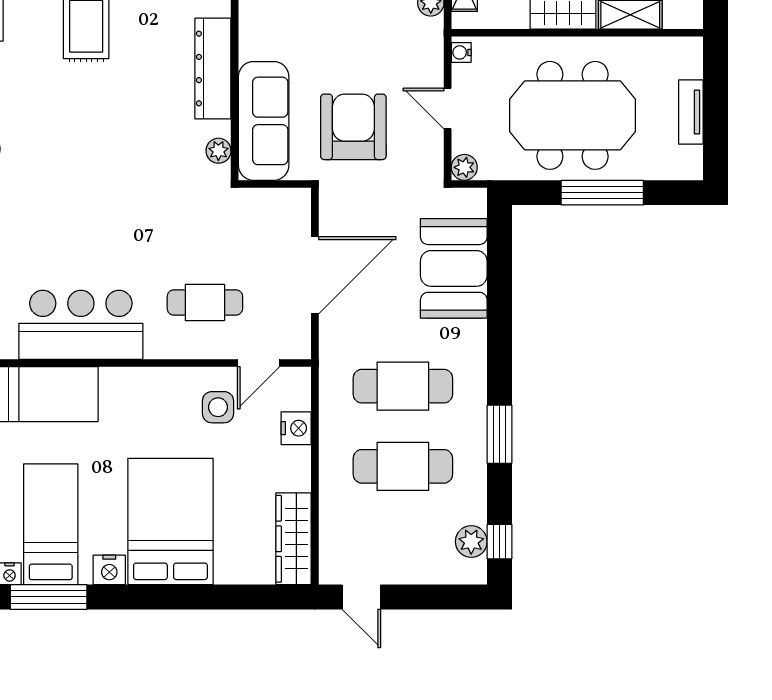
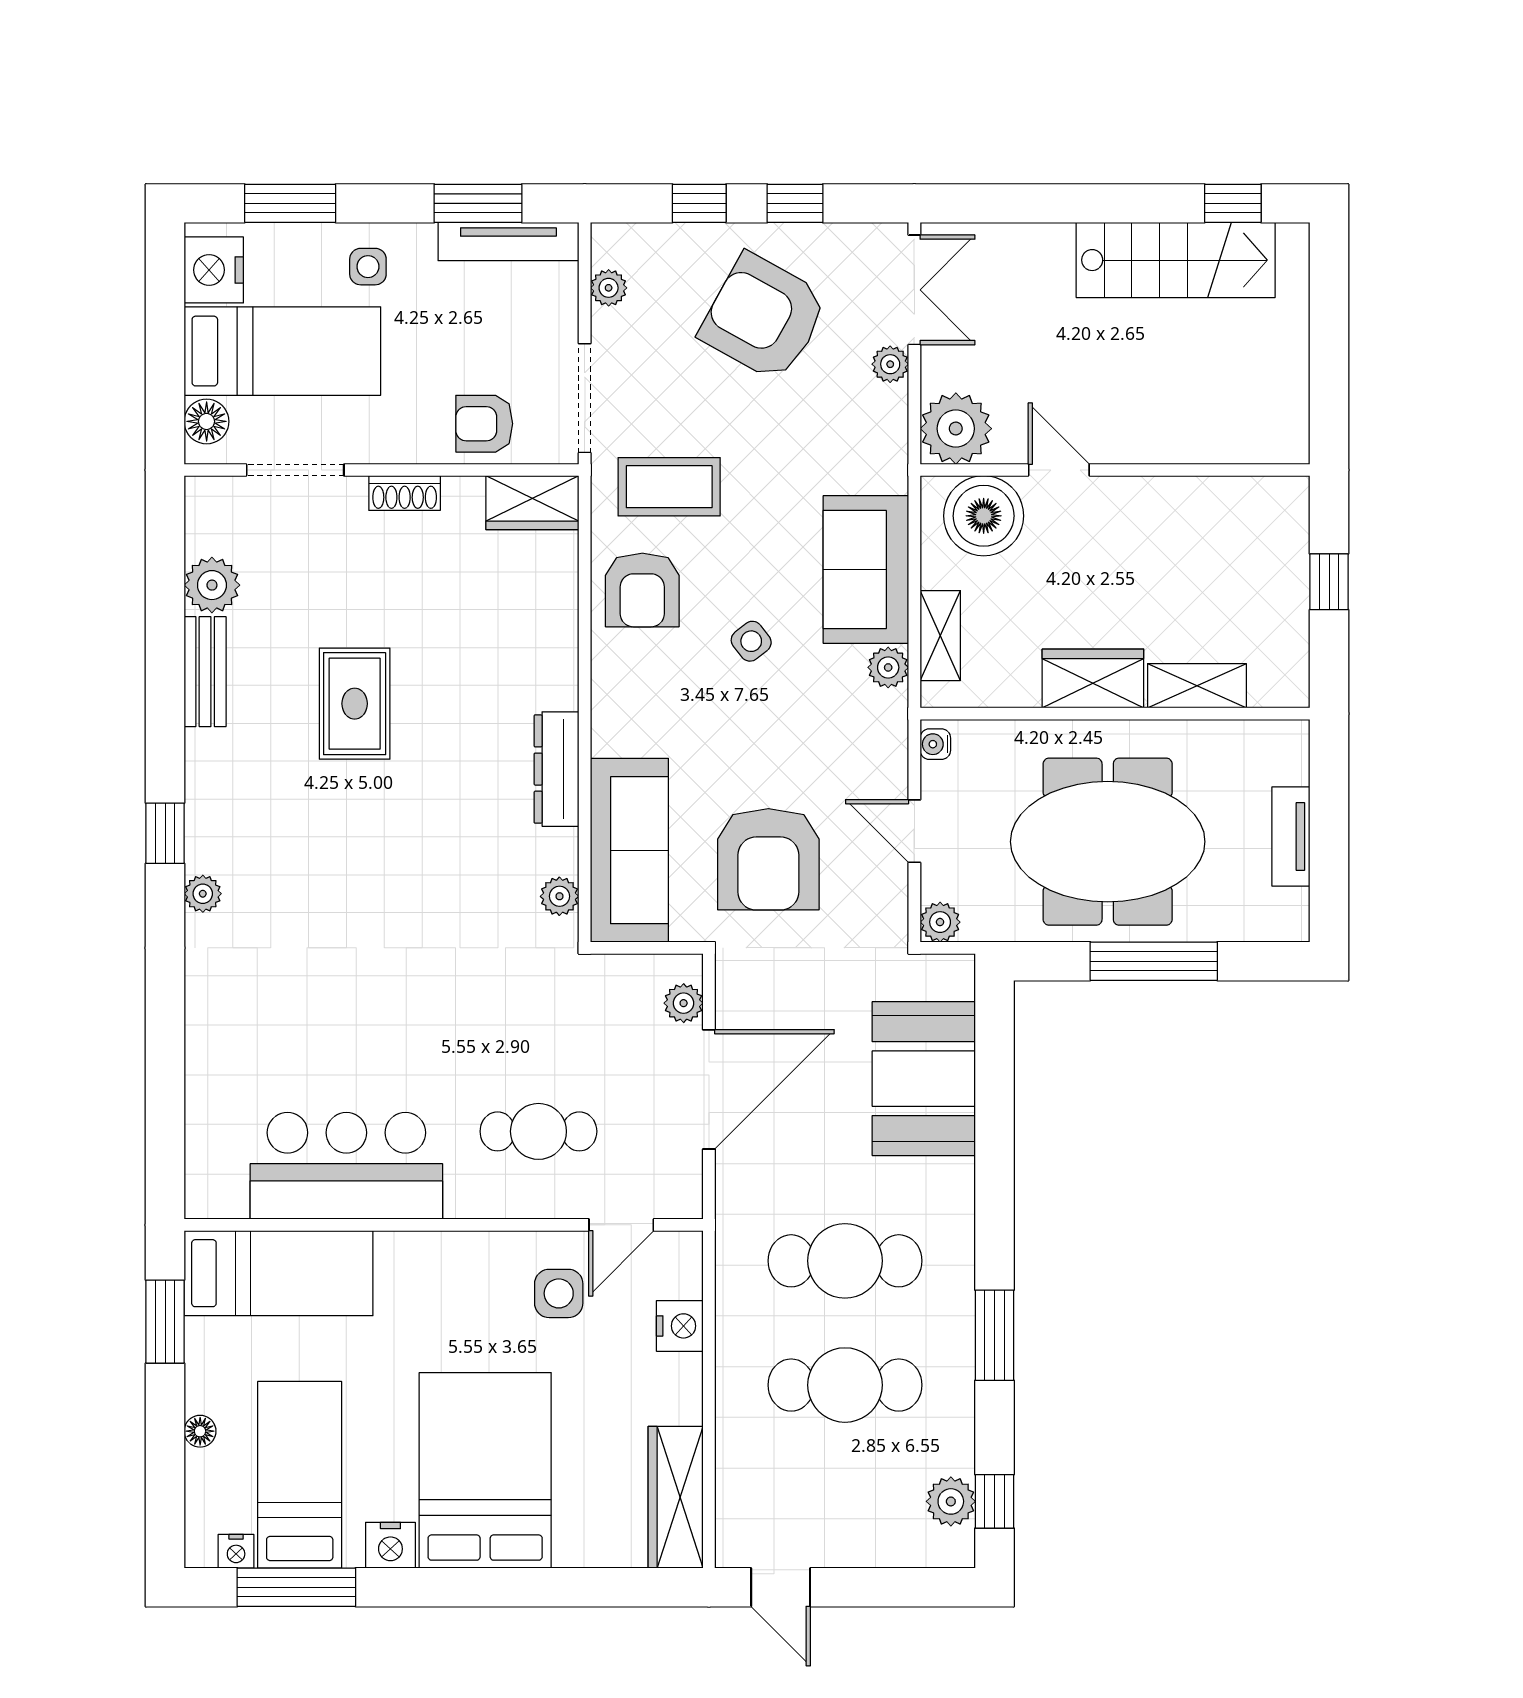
dresser: (213, 69) -> (556, 769), width x0.73, depth x0.80
armchair: (353, 127) -> (768, 859), turned 180
plant: (299, 220) -> (684, 1003), added

